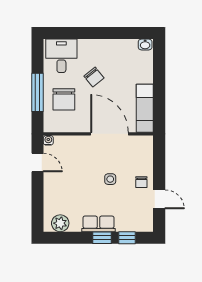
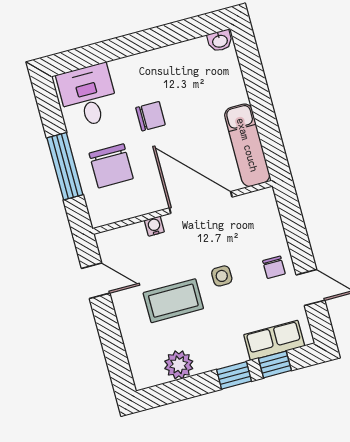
chair: (94, 77) -> (150, 116), turned -51
water cooler: (48, 140) -> (154, 226), moved
coffee table: (79, 186) -> (173, 301), added
plant: (60, 223) -> (179, 365), moved
row of seats: (98, 224) -> (274, 340), moved

